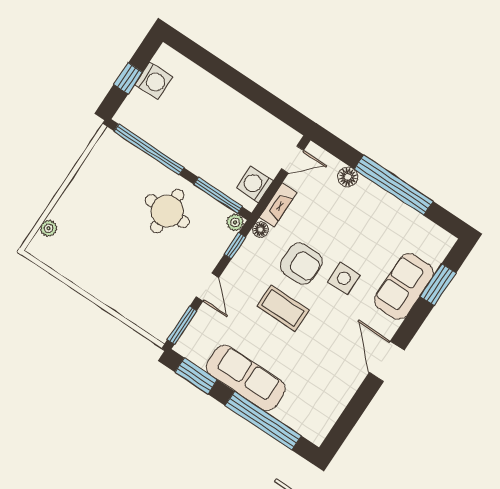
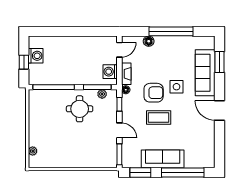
plant: (235, 222) -> (102, 94), moved
sofa: (404, 286) -> (205, 73), width x1.36

